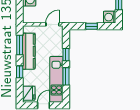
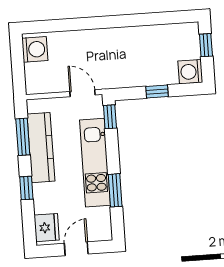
door: (52, 24) -> (82, 93), hinge flipped
window: (66, 55) -> (110, 117), moved
kitchen unit: (56, 79) -> (95, 163), moved

